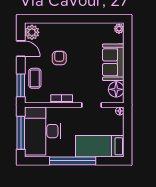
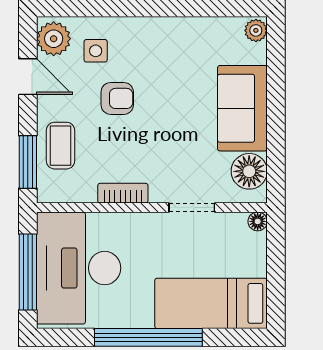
side table: (50, 37) -> (96, 51), added
armchair: (59, 58) -> (117, 98), turned 90

